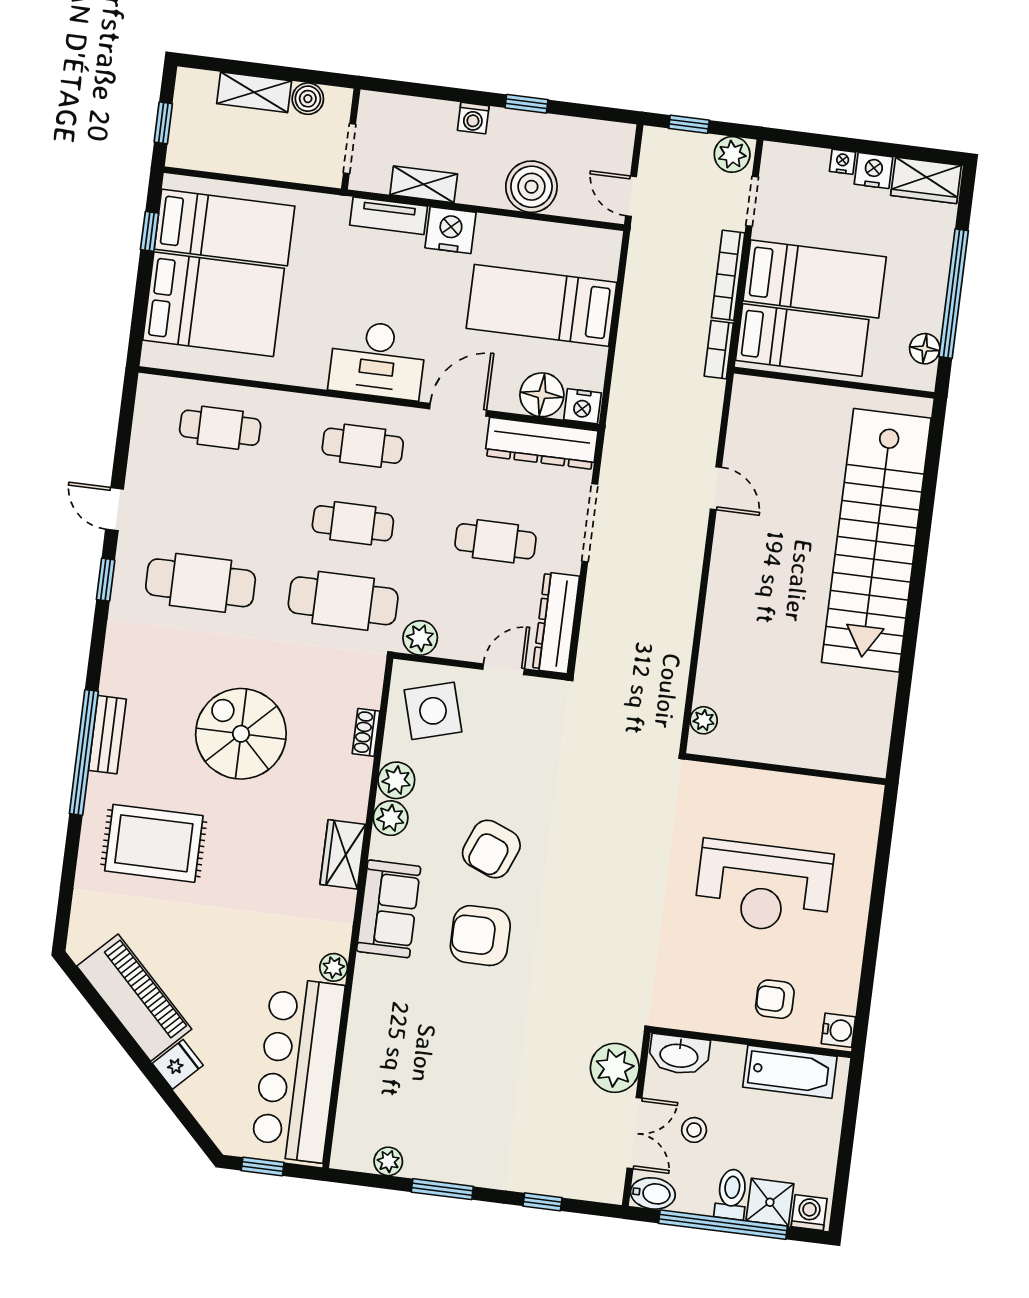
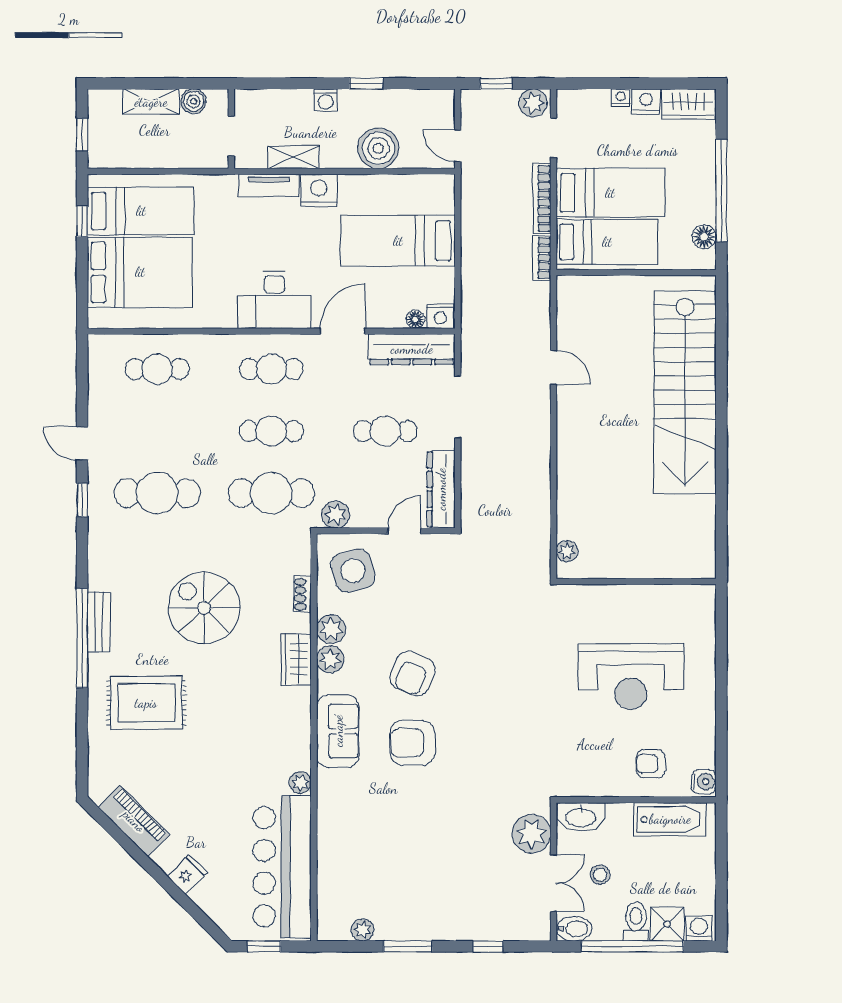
floor lamp: (542, 395) -> (415, 319), width x0.53, depth x0.53
wardrobe: (343, 854) -> (296, 659), moved
piano: (134, 998) -> (134, 821), width x0.73, depth x0.75

